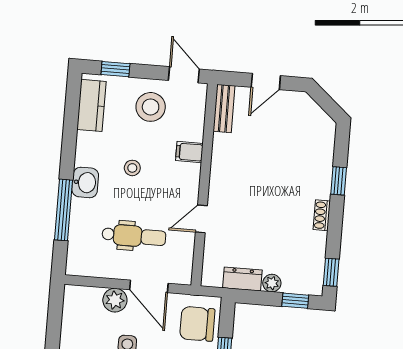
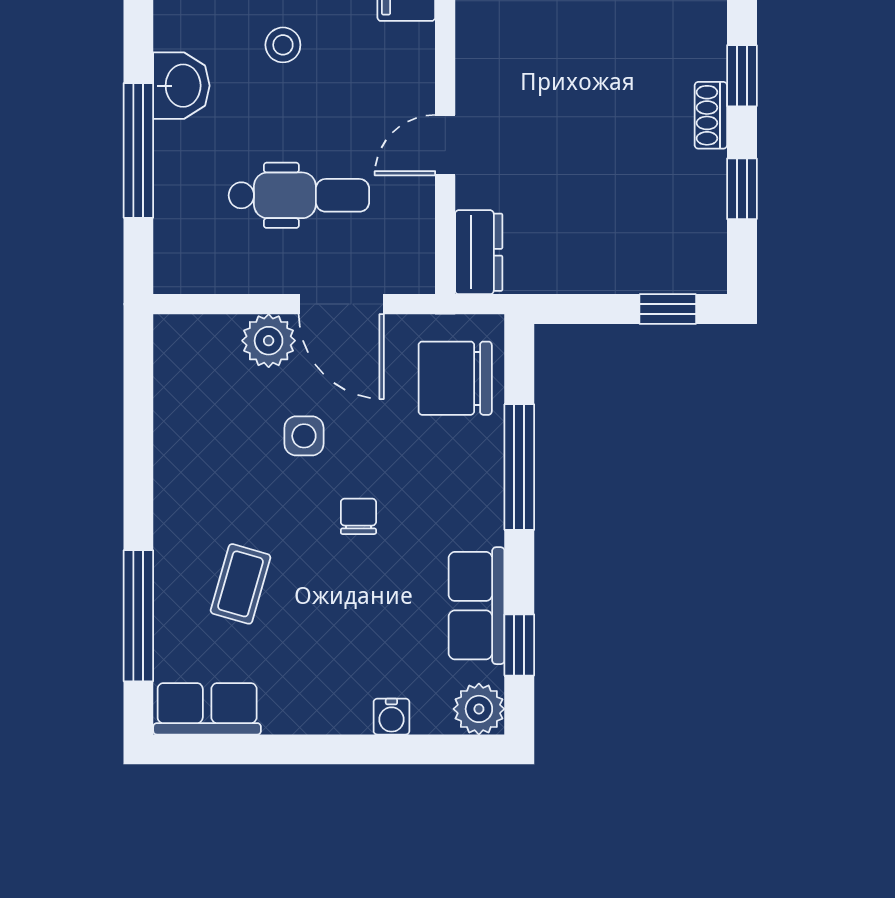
window: (339, 181) -> (742, 76), moved
window: (331, 272) -> (742, 189), moved
dresser: (242, 279) -> (479, 252), moved, turned 90
plant: (272, 283) -> (613, 274), removed

